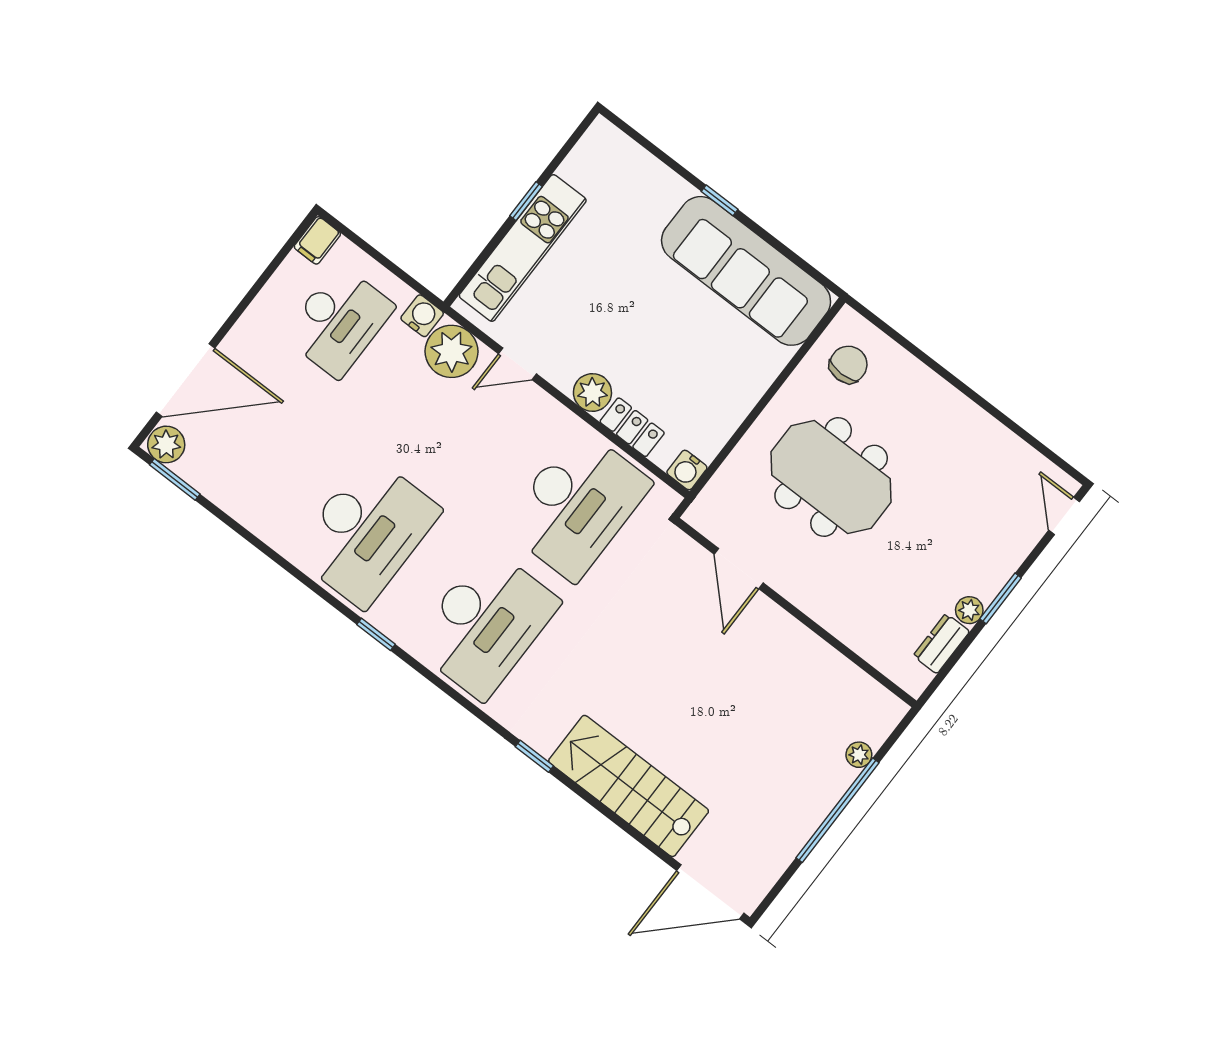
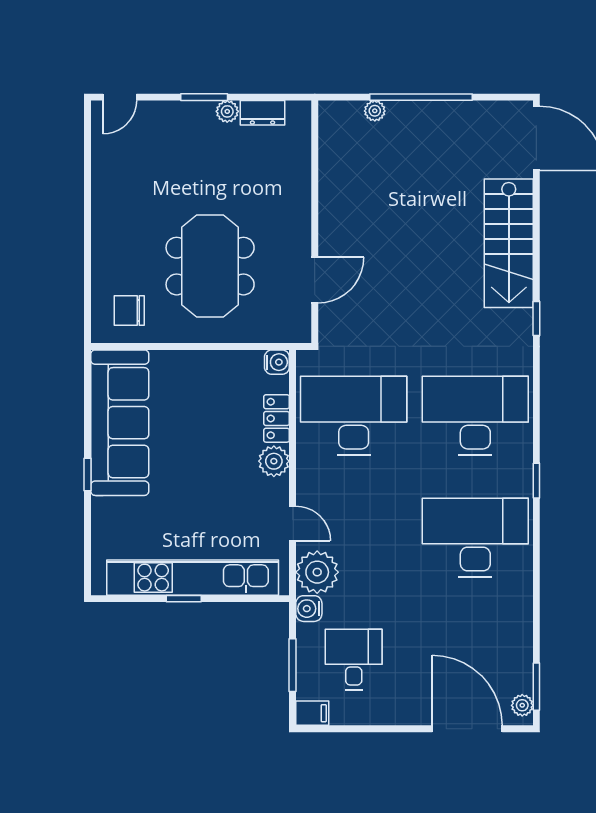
kitchen unit: (523, 248) -> (193, 578), width x1.36
window: (379, 257) -> (293, 665), added
desk: (339, 321) -> (354, 660), width x0.73
plant: (166, 444) -> (522, 705), width x0.73, depth x0.73

